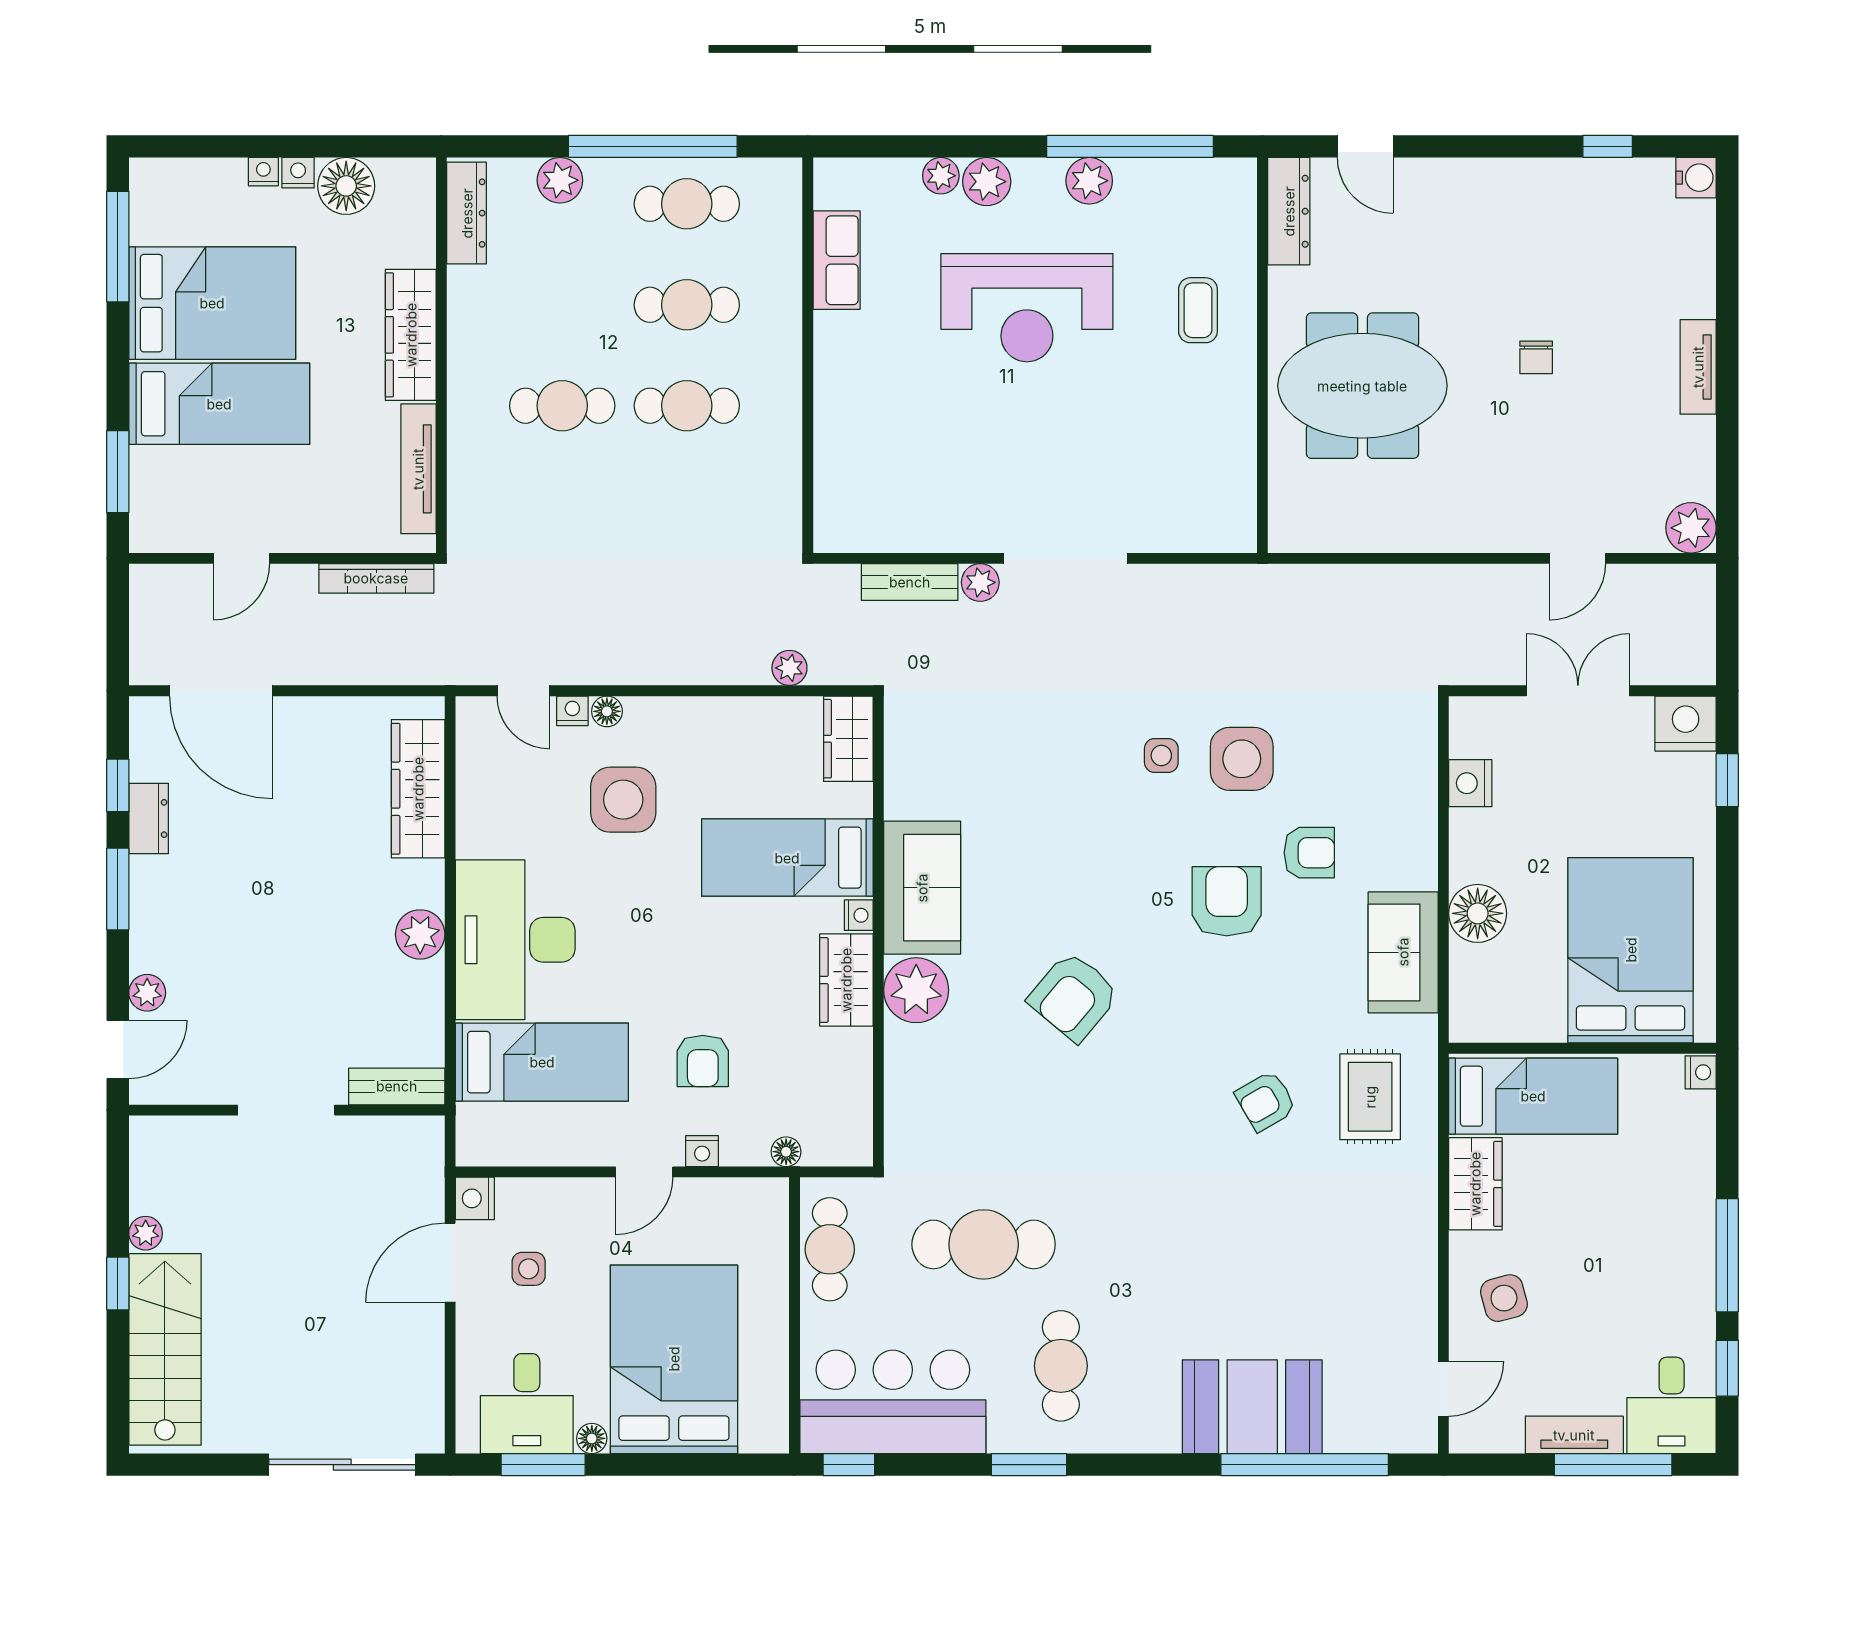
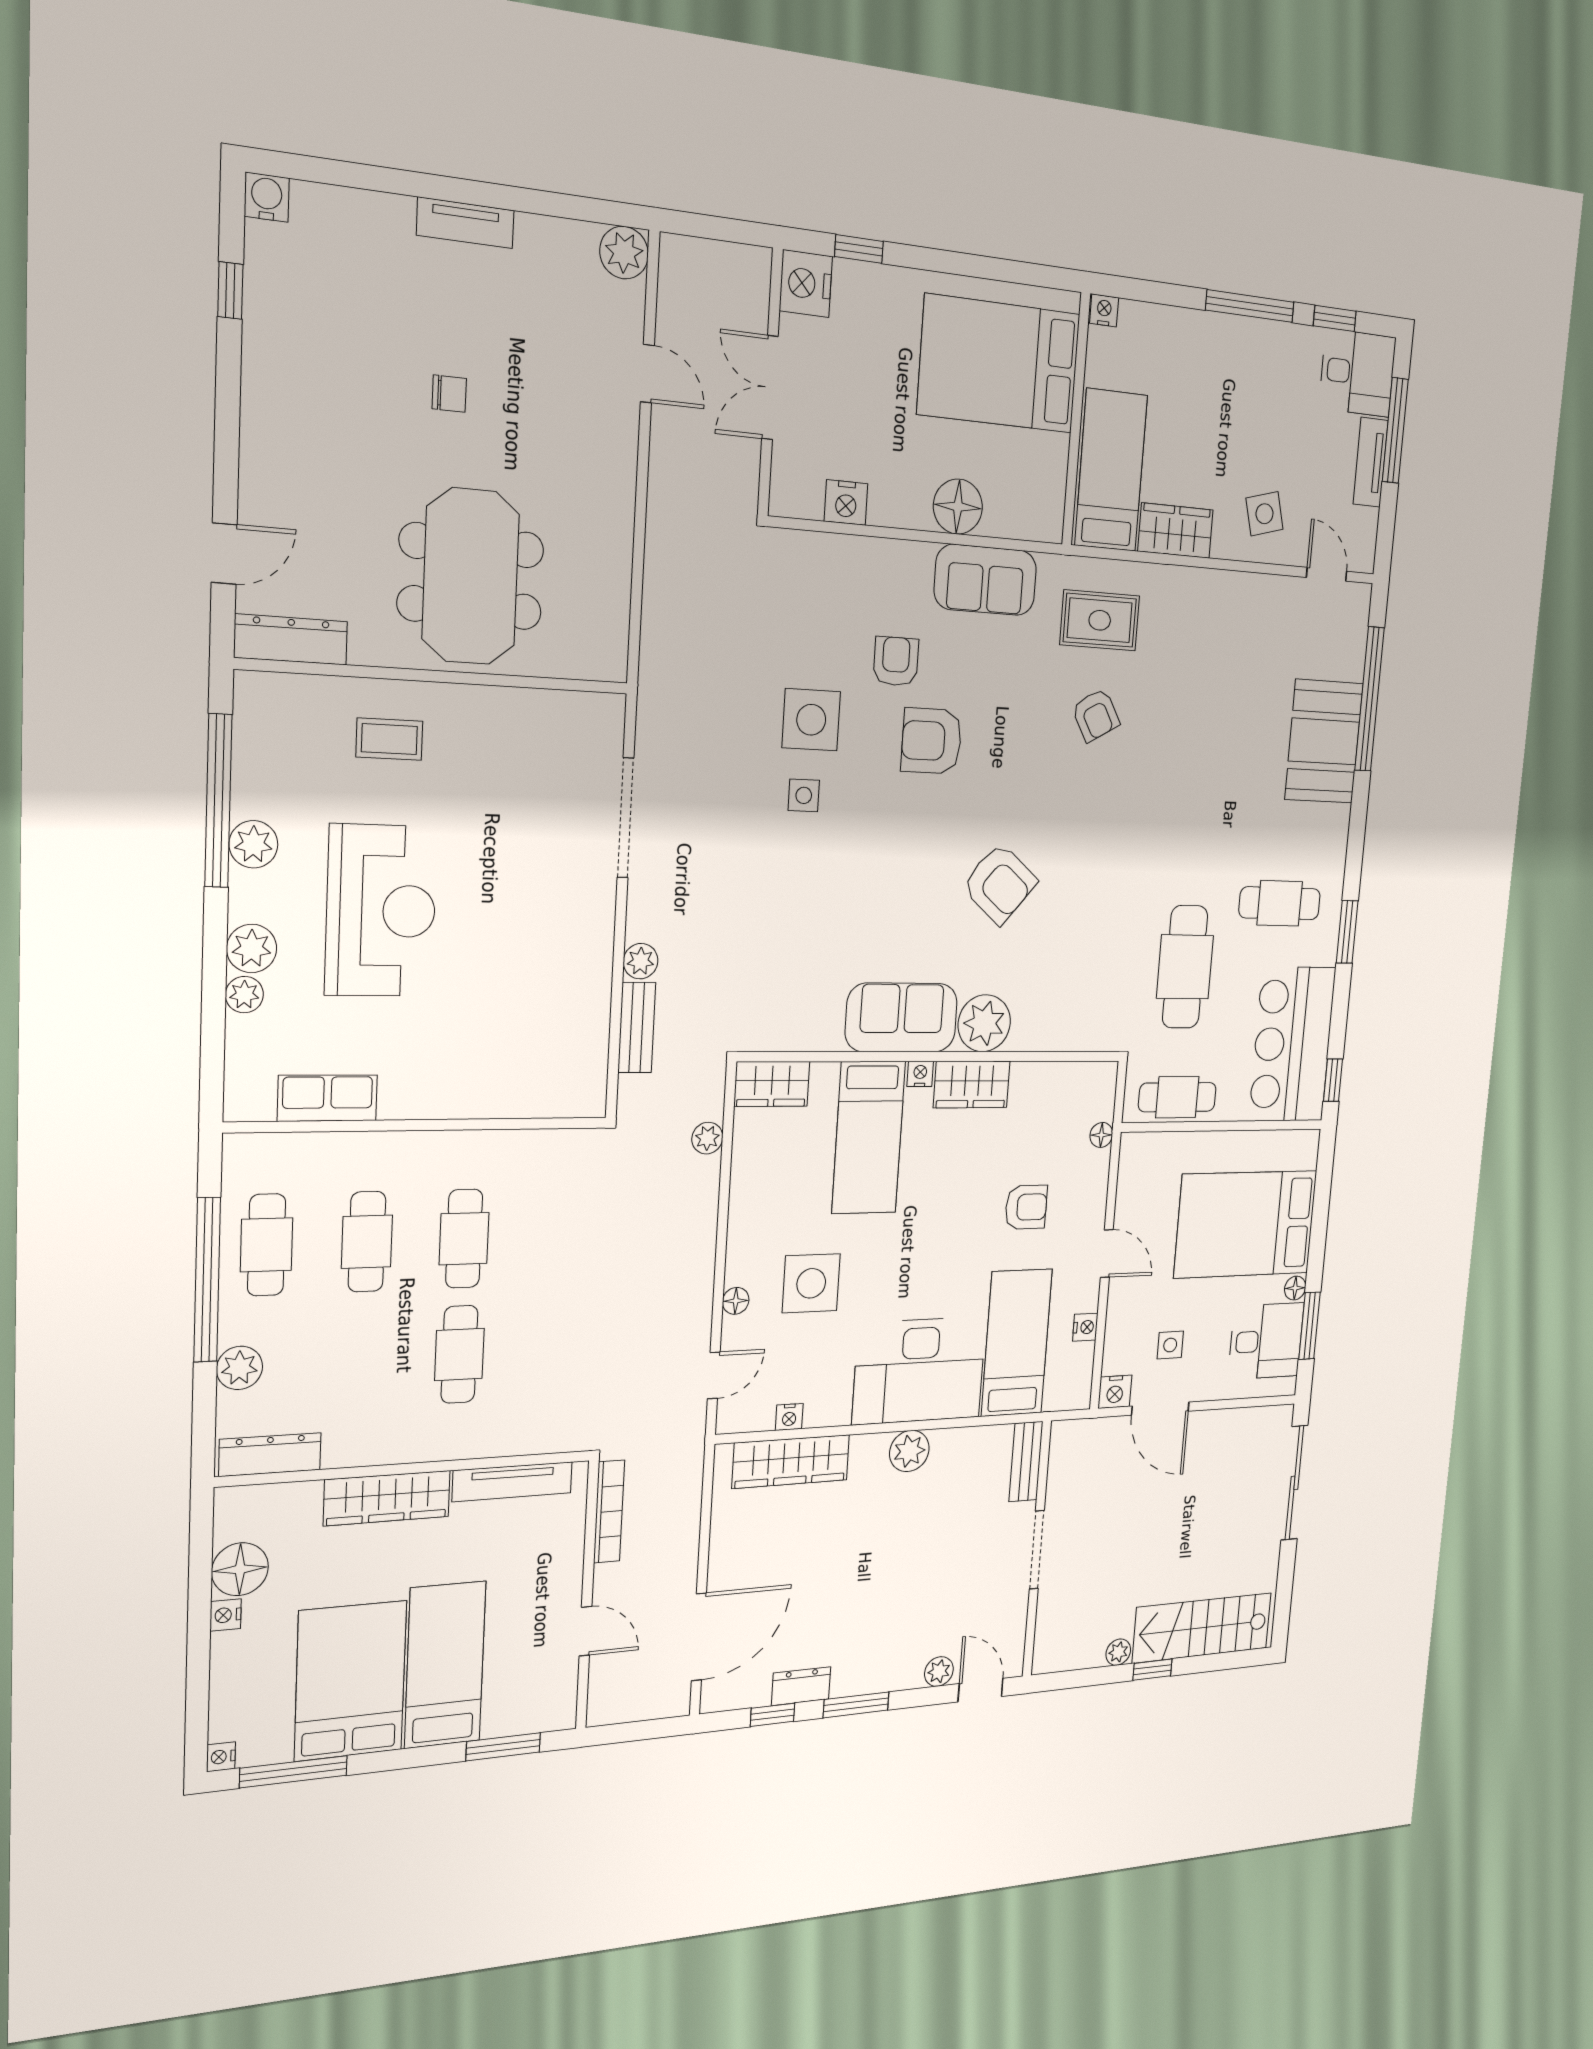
nightstand: (263, 172) -> (221, 1757), moved
doorway: (1066, 558) -> (626, 818), moved
nightstand: (572, 711) -> (789, 1417), moved, turned -90
nightstand: (702, 1151) -> (1085, 1327), moved

